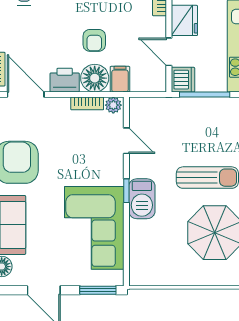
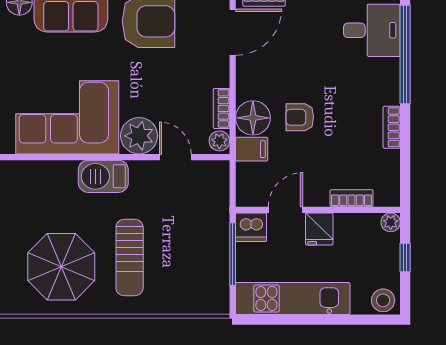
fridge: (184, 20) -> (319, 229), width x0.72
printer: (65, 80) -> (250, 81), removed
door: (126, 141) -> (175, 157), swing flipped
plant: (109, 170) -> (139, 136), added
window: (126, 191) -> (113, 157), removed

